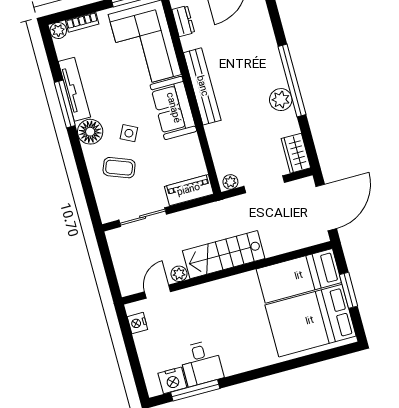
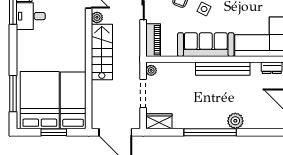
plant: (281, 100) -> (235, 121), moved
sofa: (173, 108) -> (206, 45), width x1.36
window: (312, 359) -> (13, 94), added

